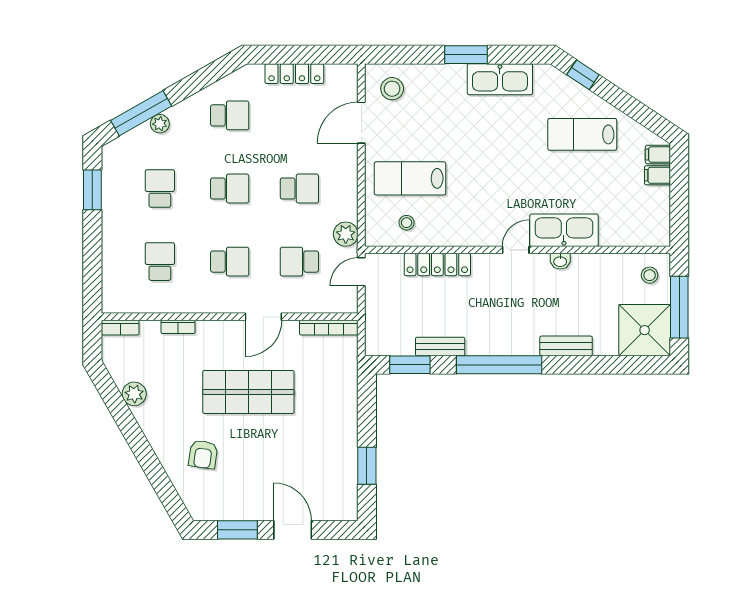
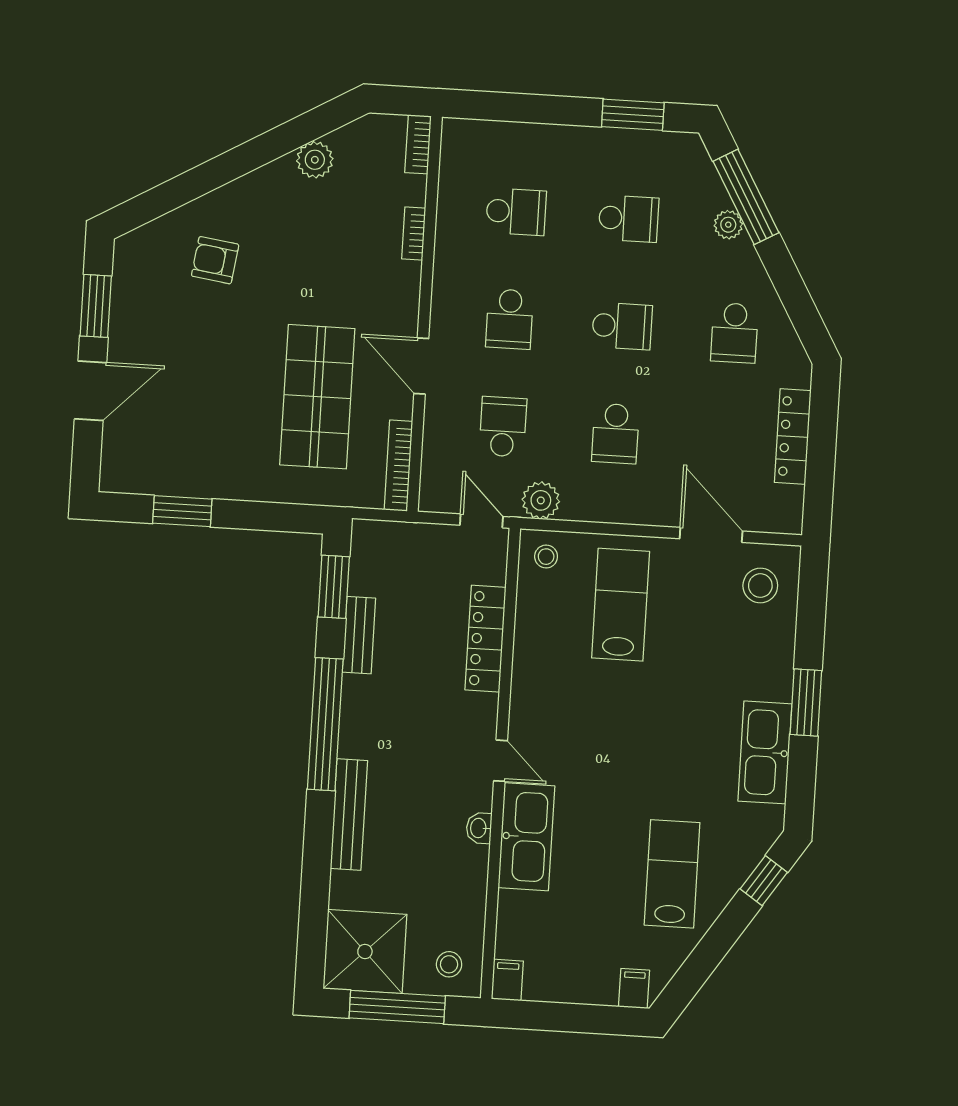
filing cabinet: (657, 175) -> (507, 980), moved
school desk: (230, 189) -> (622, 326), turned -90
stool: (407, 223) -> (546, 557), moved
bench: (566, 346) -> (349, 814), width x1.36
shop shelf: (248, 392) -> (317, 397), moved

